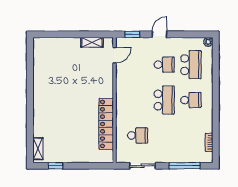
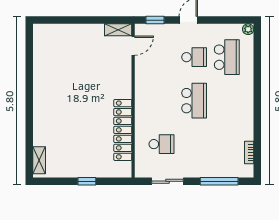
shelving: (92, 42) -> (118, 30), moved
school desk: (191, 100) -> (227, 101), removed
window: (55, 166) -> (87, 181), moved

